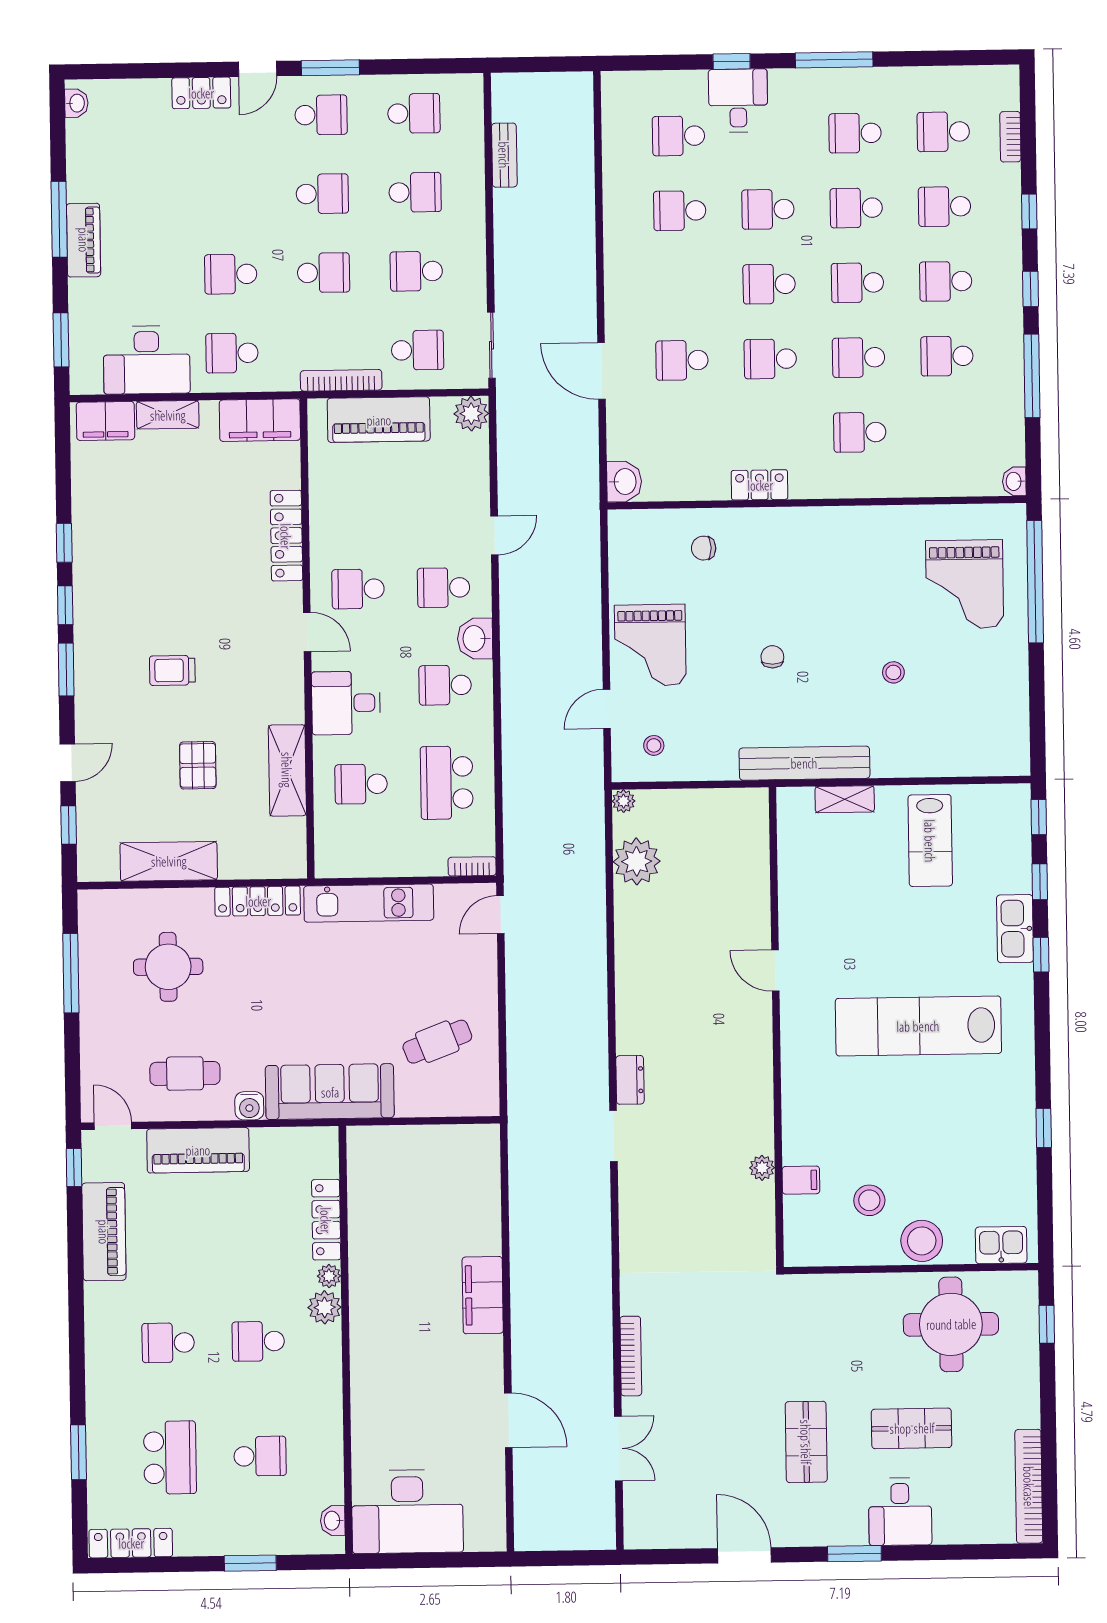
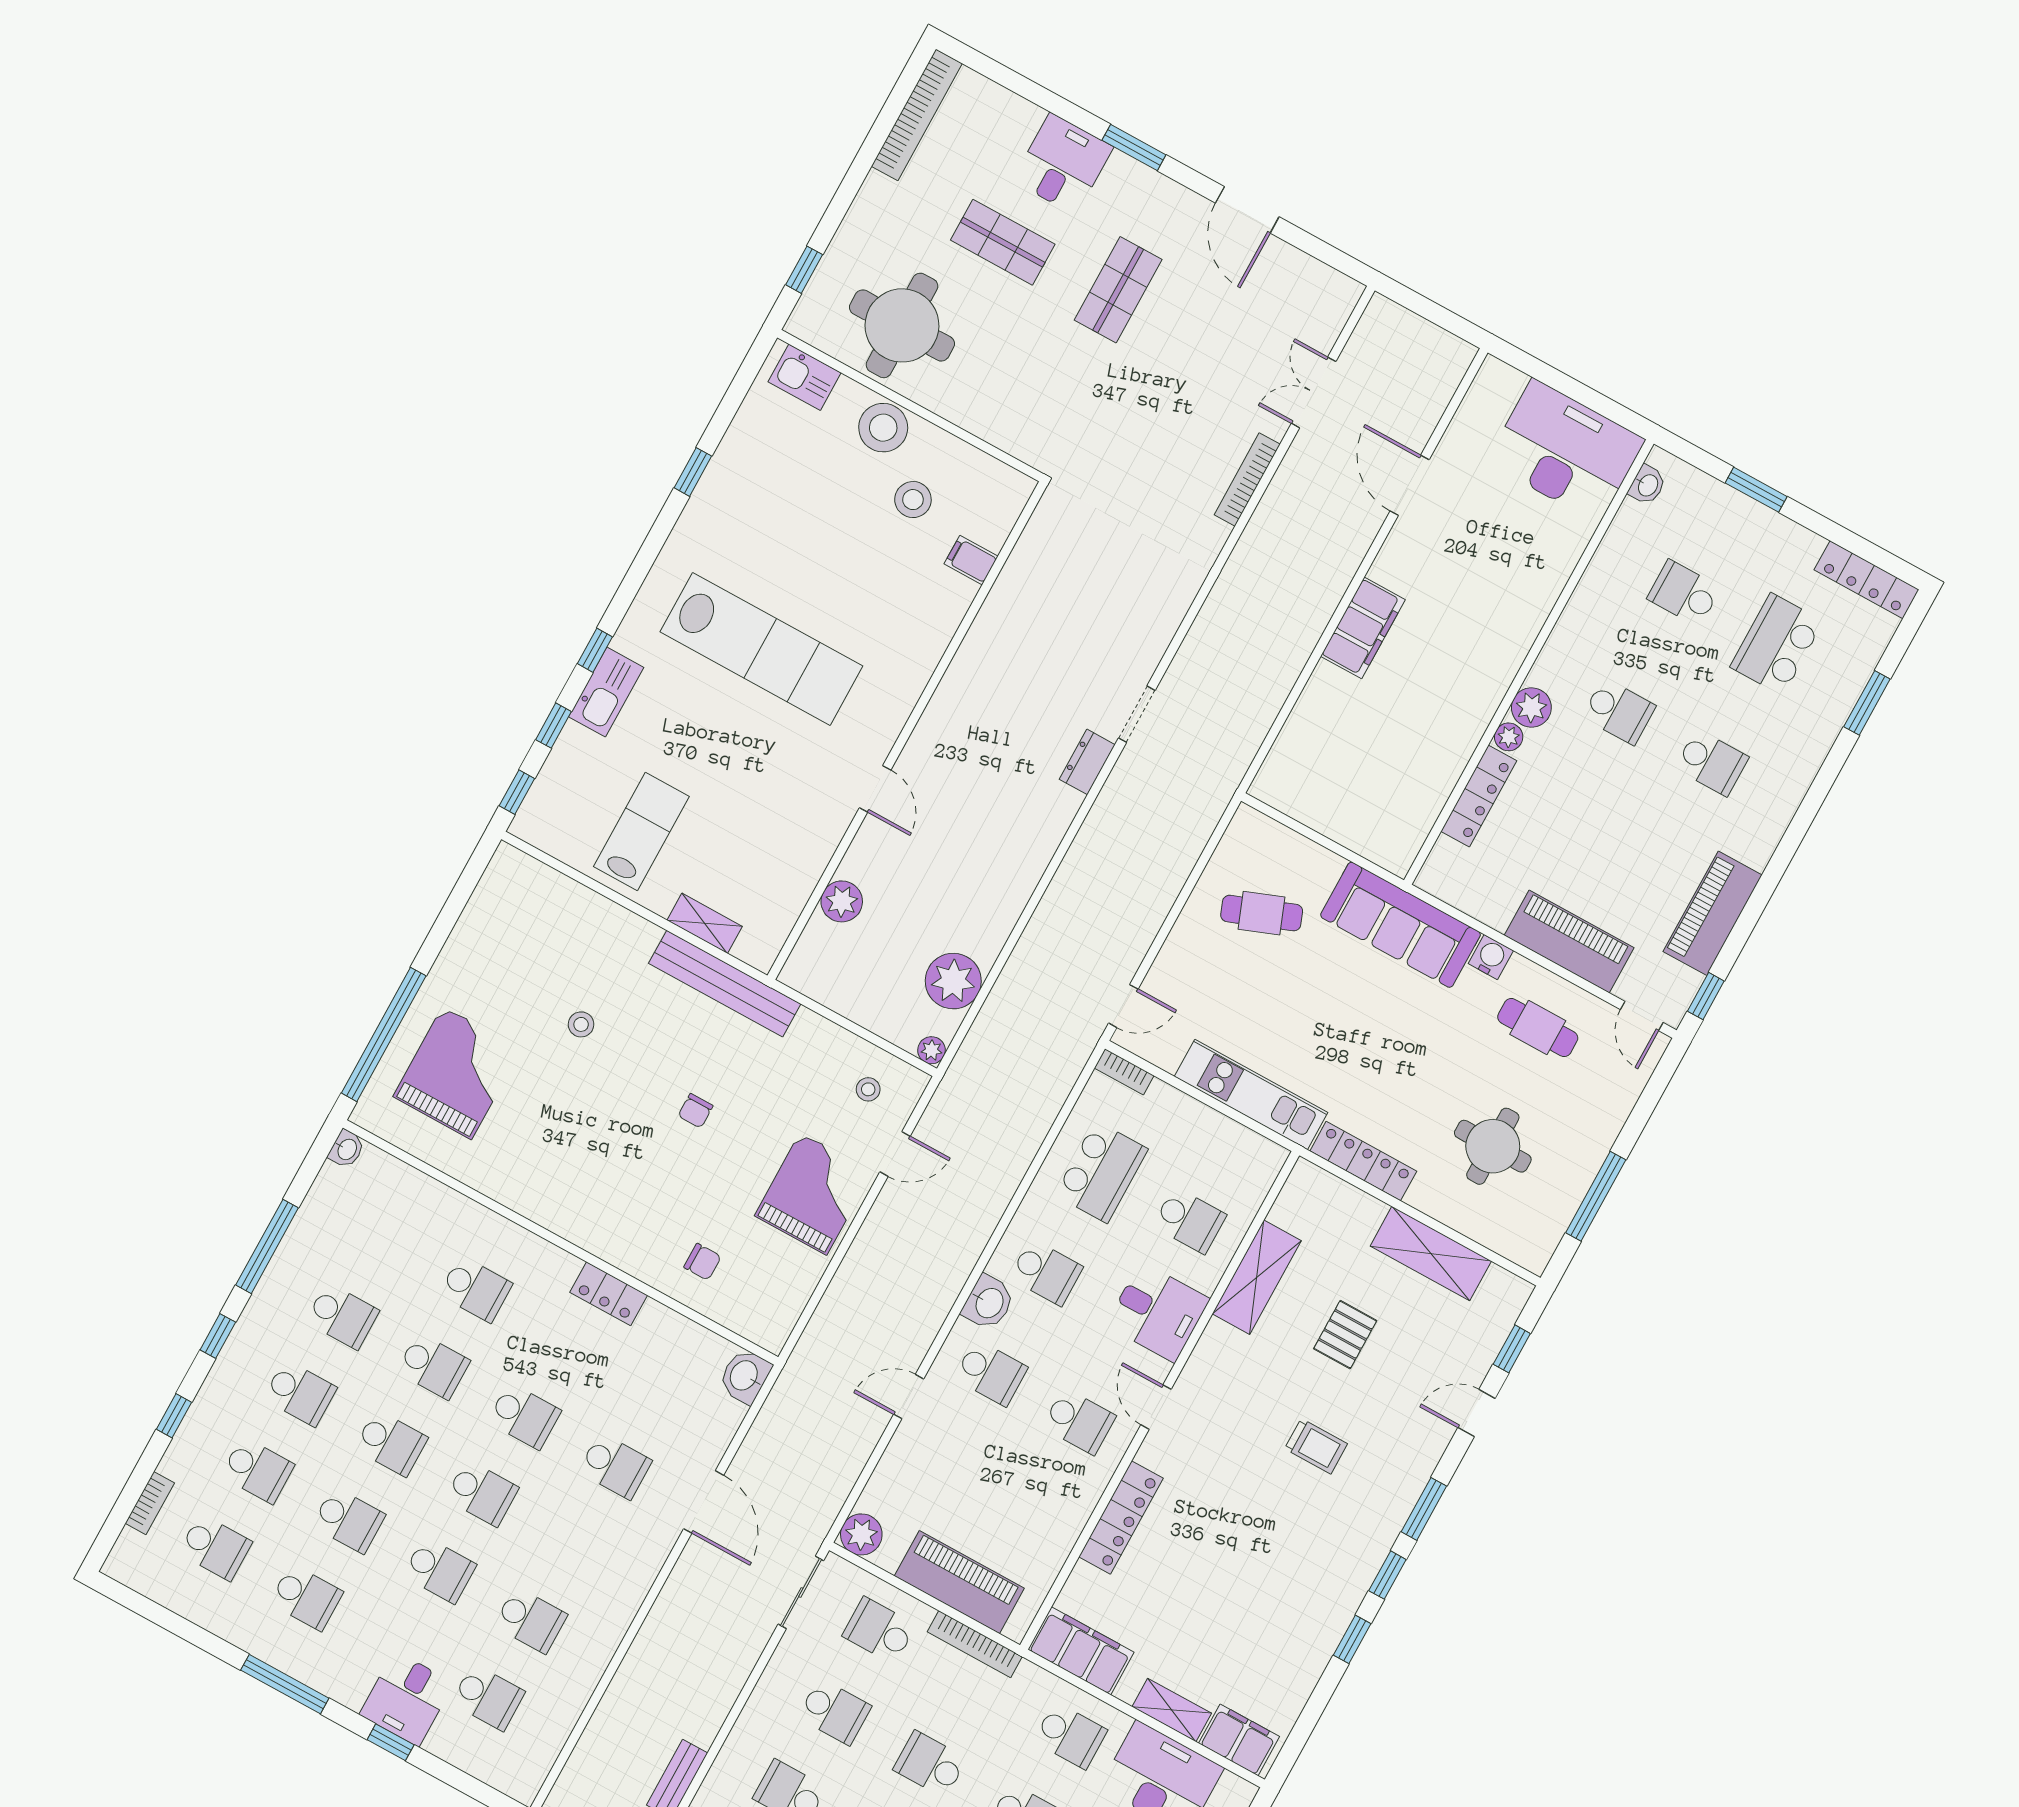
plant: (762, 1168) -> (842, 901), moved, width x1.38, depth x1.38

